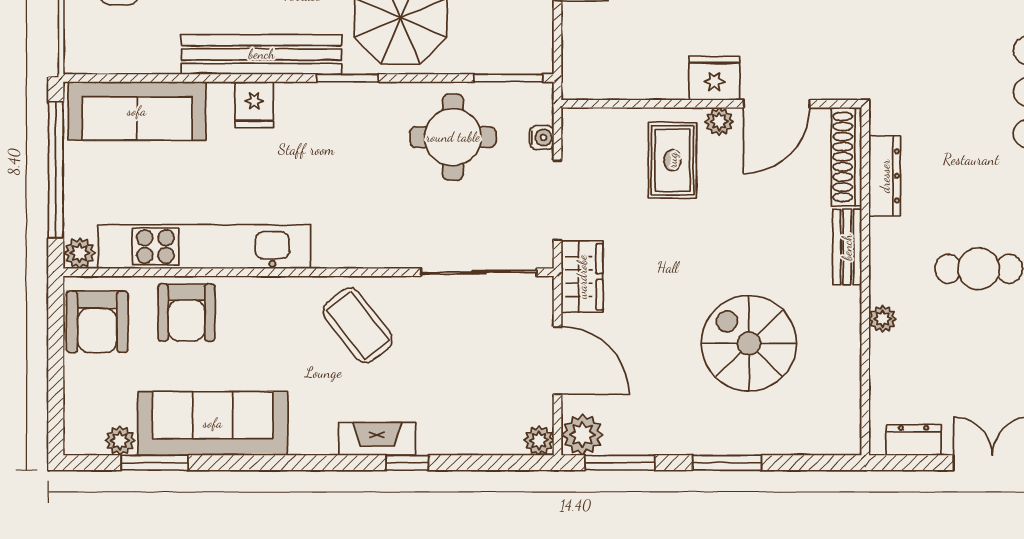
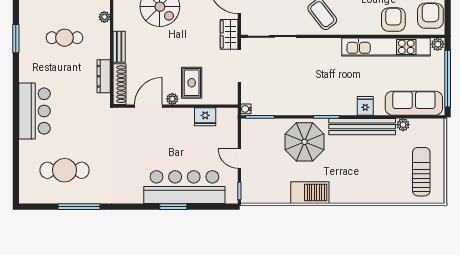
plant: (163, 59) -> (403, 125), added
fridge: (714, 78) -> (205, 117), moved
round table: (453, 137) -> (283, 92), removed
water cooler: (542, 137) -> (246, 109), moved

